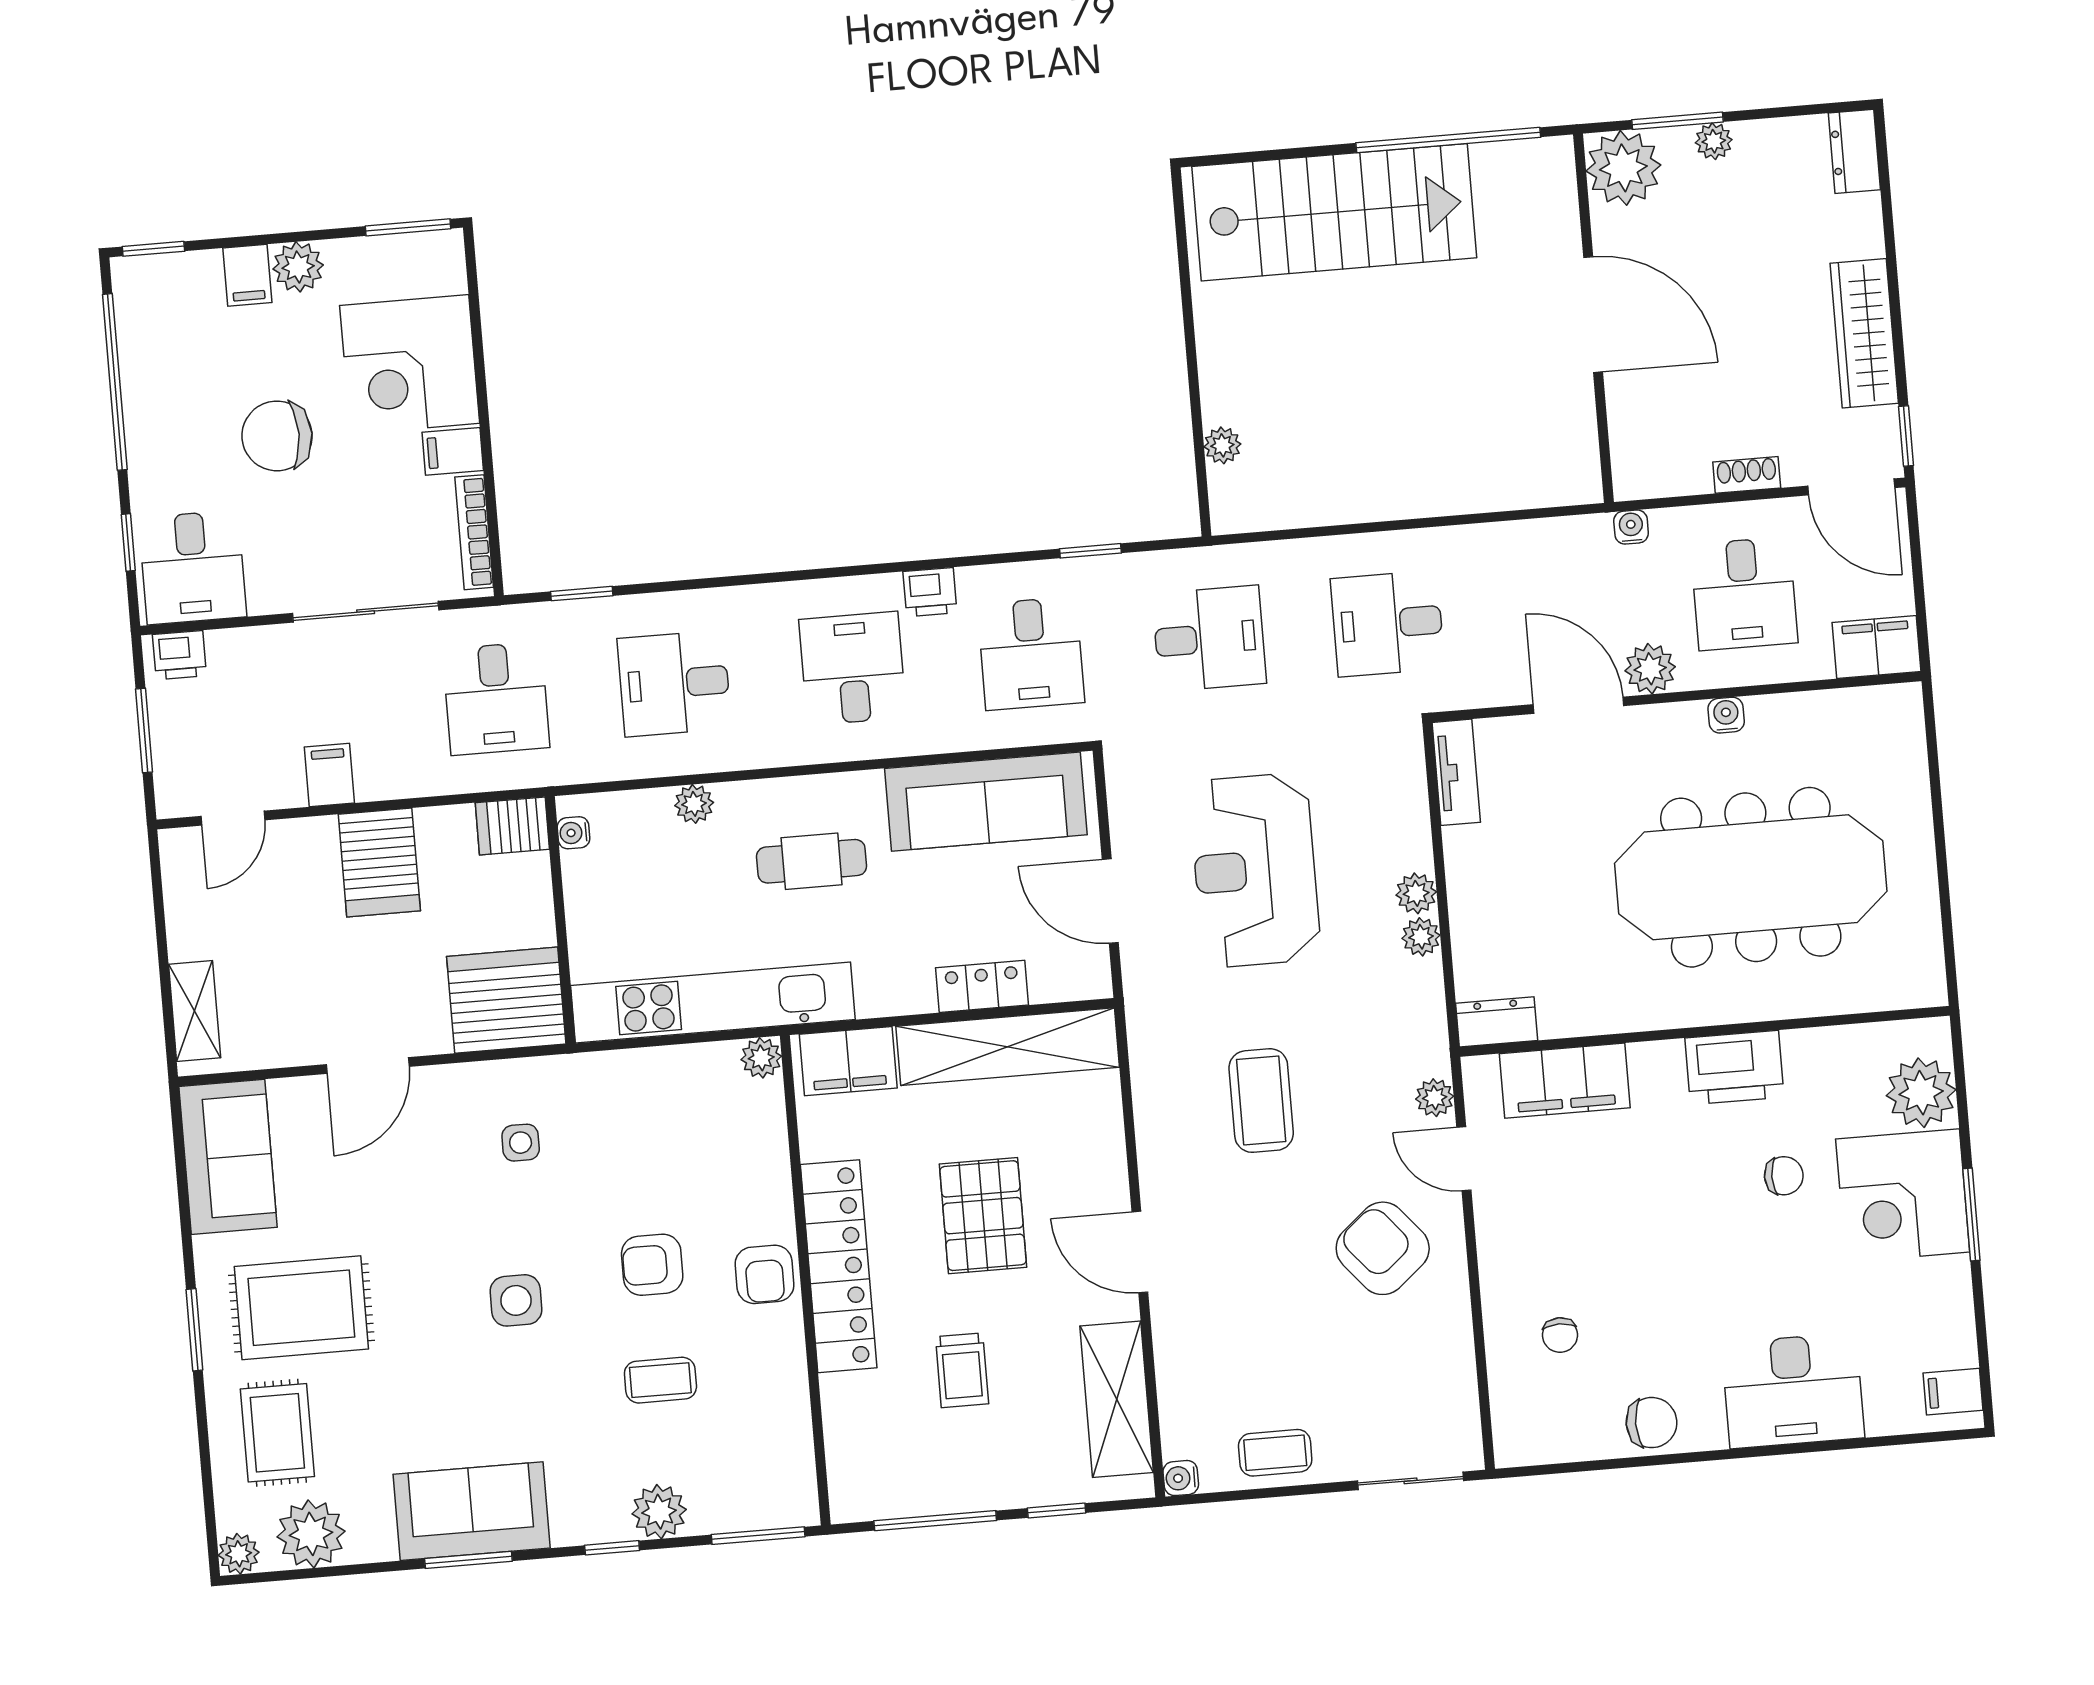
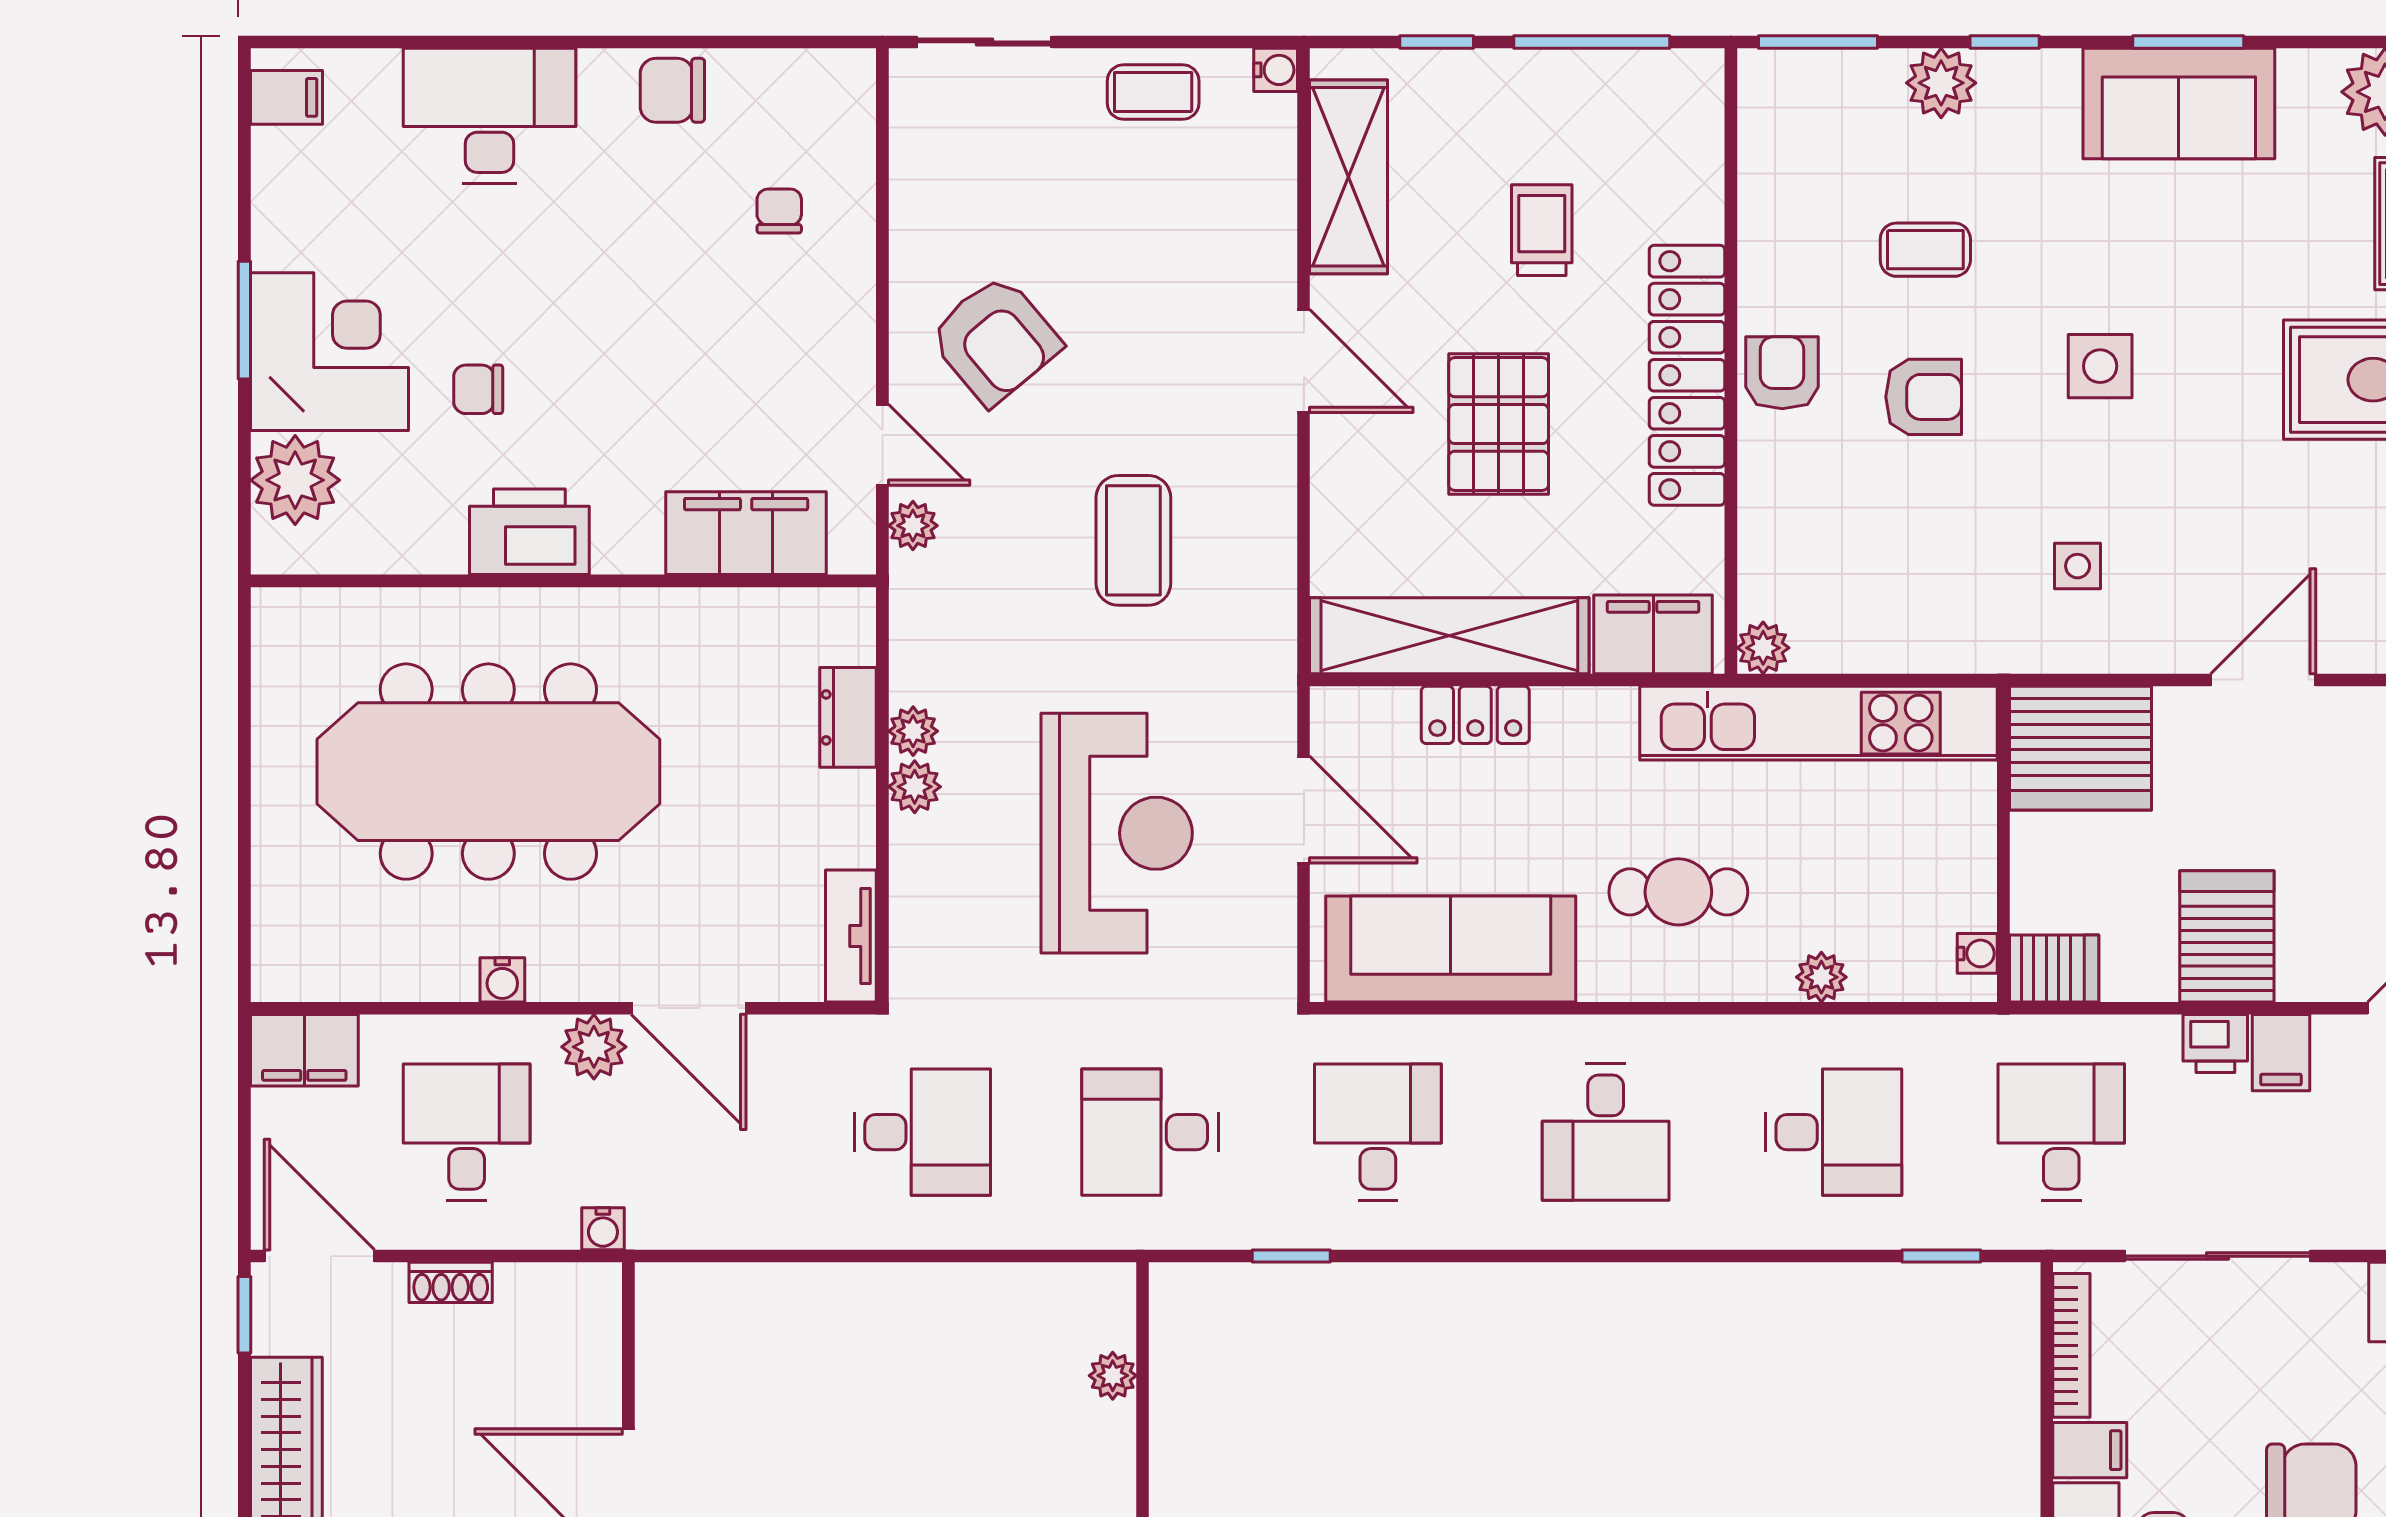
printer: (930, 592) -> (2215, 1044), moved, turned 180
dresser: (1497, 1022) -> (848, 717), moved, turned 90

